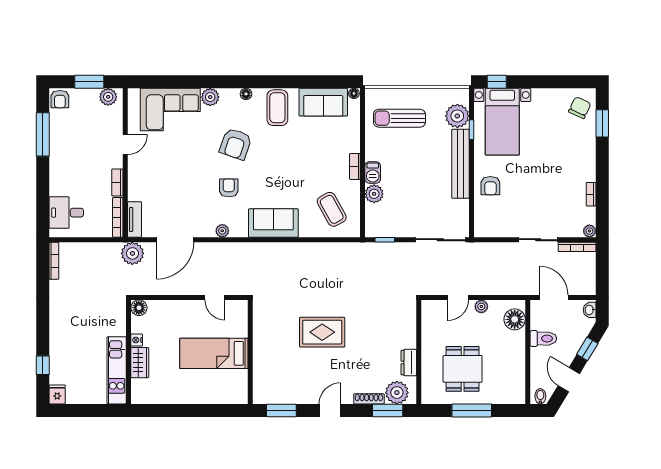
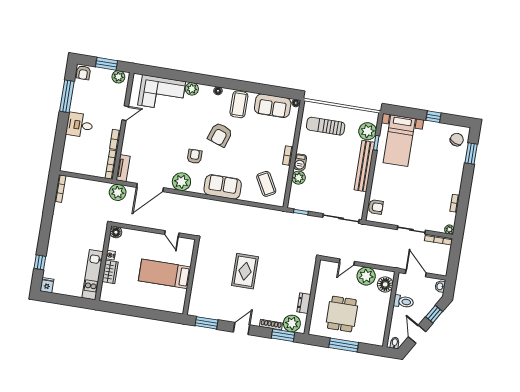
window: (497, 82) -> (434, 117), moved
armchair: (236, 144) -> (220, 135), moved
armchair: (490, 186) -> (376, 207), moved, turned -90
desk: (66, 213) -> (80, 125), moved
plant: (222, 231) -> (181, 182), width x1.88, depth x1.88
plant: (481, 306) -> (366, 276), width x1.87, depth x1.87
rug: (322, 332) -> (245, 271), turned 90

